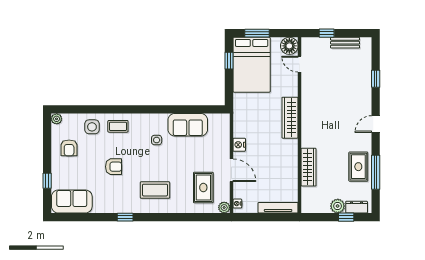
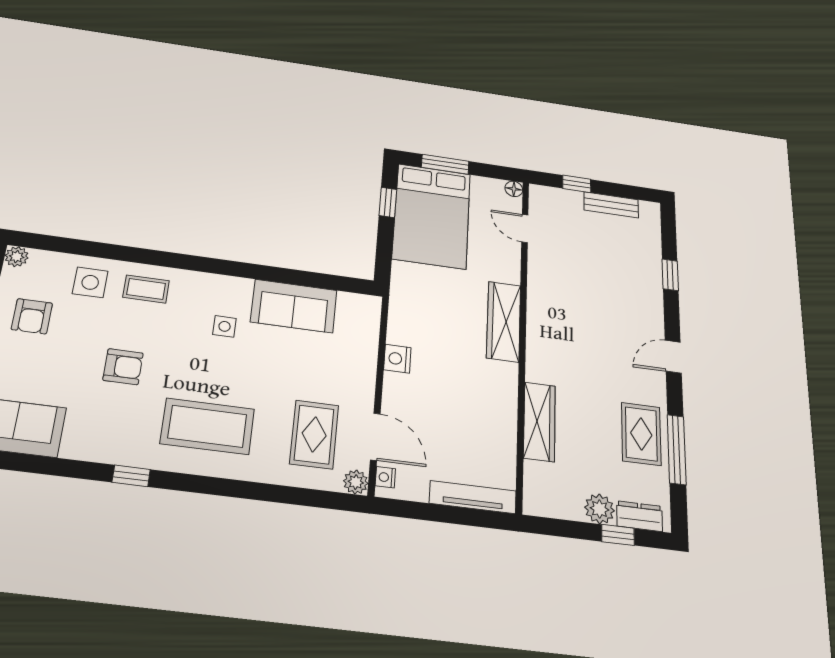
floor lamp: (289, 46) -> (514, 189), width x0.53, depth x0.53
door: (231, 170) -> (375, 437), moved
coffee table: (155, 190) -> (207, 426), width x1.36, depth x1.32

